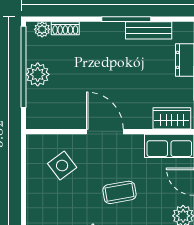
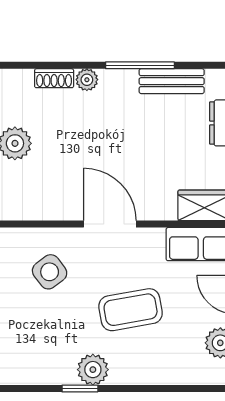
plant: (42, 29) -> (87, 80), moved
coffee table: (119, 192) -> (131, 310), width x1.36, depth x1.30

